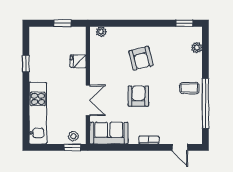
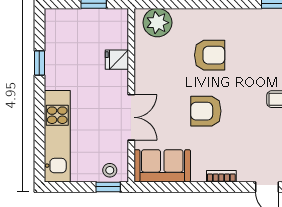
plant: (101, 32) -> (157, 23), width x1.88, depth x1.88
armchair: (141, 58) -> (210, 55), turned -76
armchair: (138, 96) -> (206, 111), turned -90

